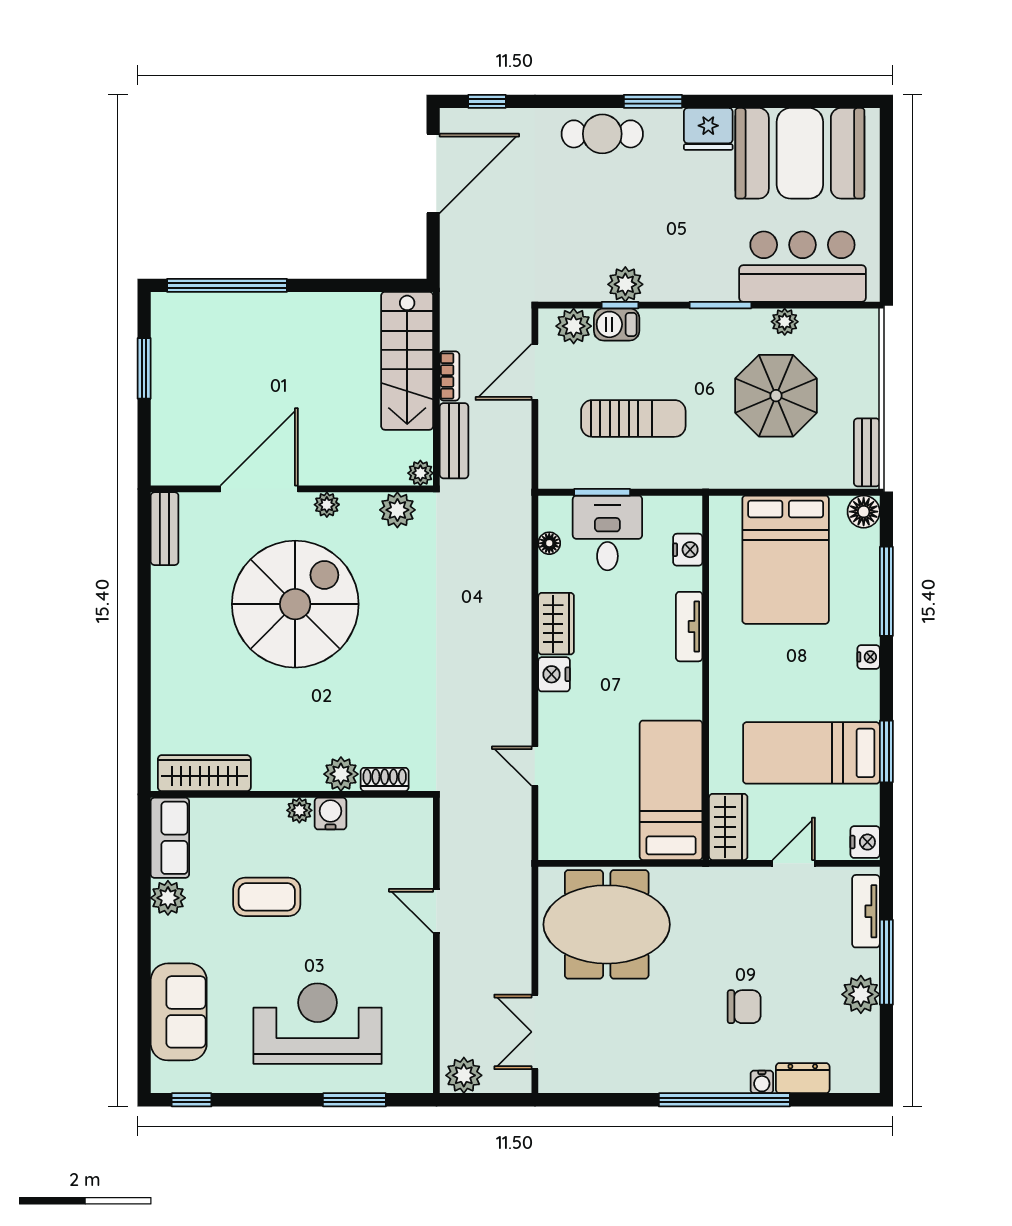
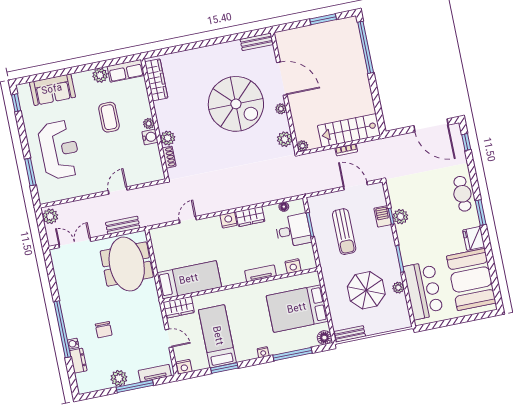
plant: (574, 326) -> (378, 198), removed
bench: (454, 441) -> (123, 225), moved

